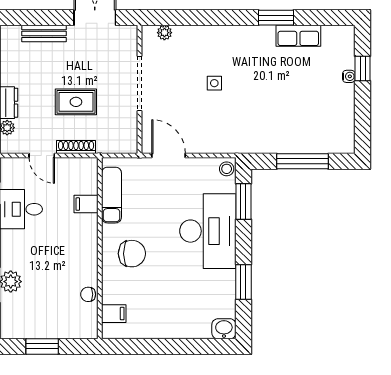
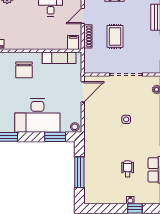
wheelchair: (297, 81) -> (128, 169), added
filing cabinet: (86, 204) -> (73, 42), moved

